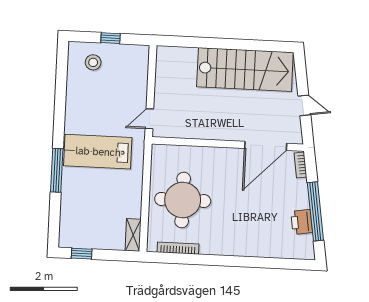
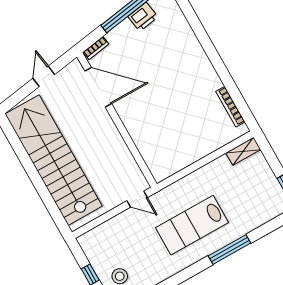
stairs: (245, 70) -> (54, 160), width x1.36
lab bench: (98, 152) -> (192, 225), turned 90
round table: (183, 200) -> (188, 128), removed

